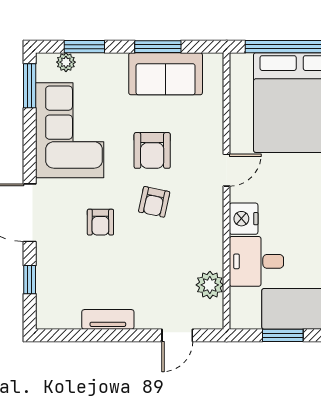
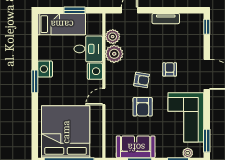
armchair: (152, 150) -> (143, 107), turned 180
armchair: (154, 202) -> (142, 80), turned 87
plant: (207, 252) -> (114, 54), added
window: (30, 280) -> (207, 27), moved

